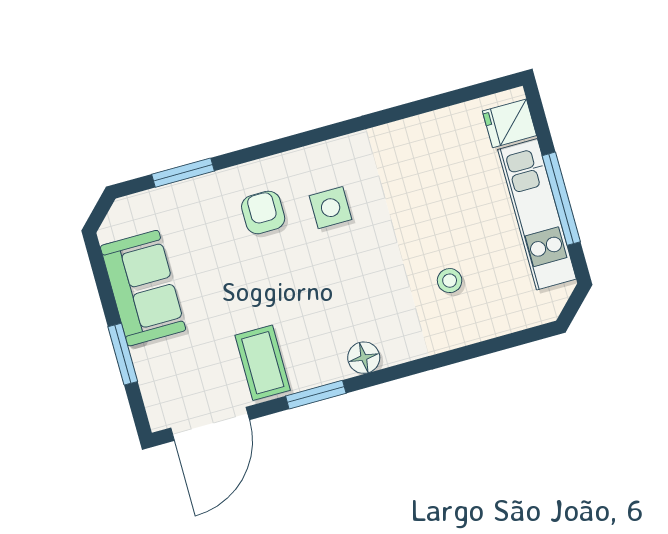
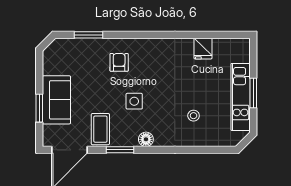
fridge: (509, 123) -> (203, 49), moved, turned -90
window: (561, 199) -> (253, 93), width x0.69
side table: (331, 208) -> (134, 101), moved
sofa: (143, 288) -> (56, 100), moved

